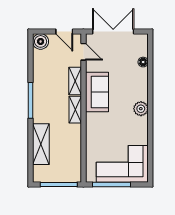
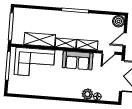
plant: (141, 109) -> (87, 94), moved
shelving: (41, 144) -> (40, 40), moved
corner sofa: (122, 164) -> (34, 62), moved, turned 90

